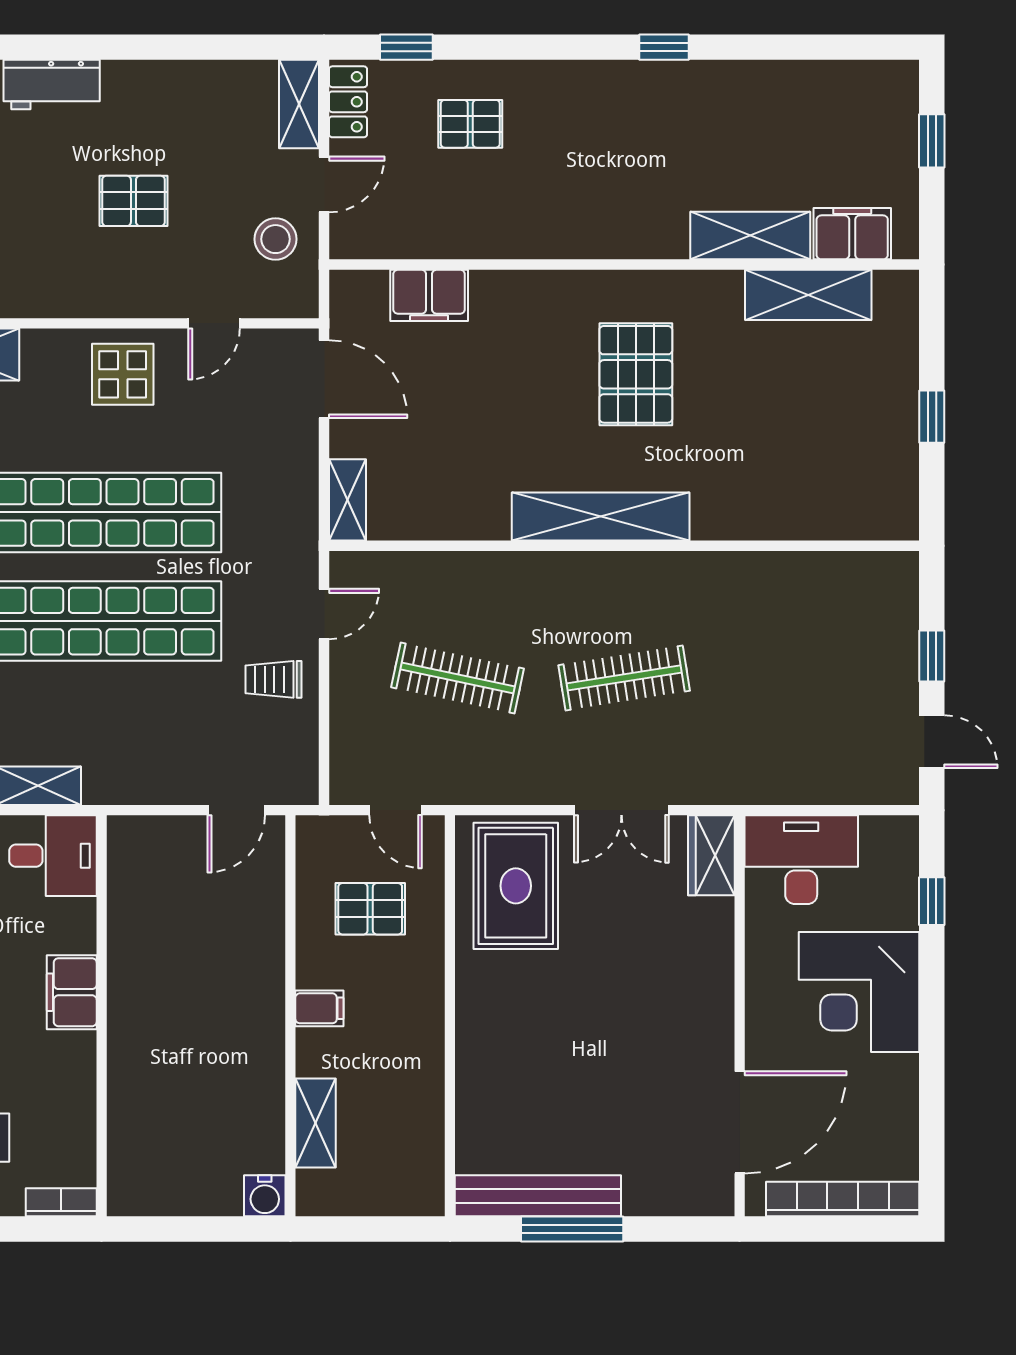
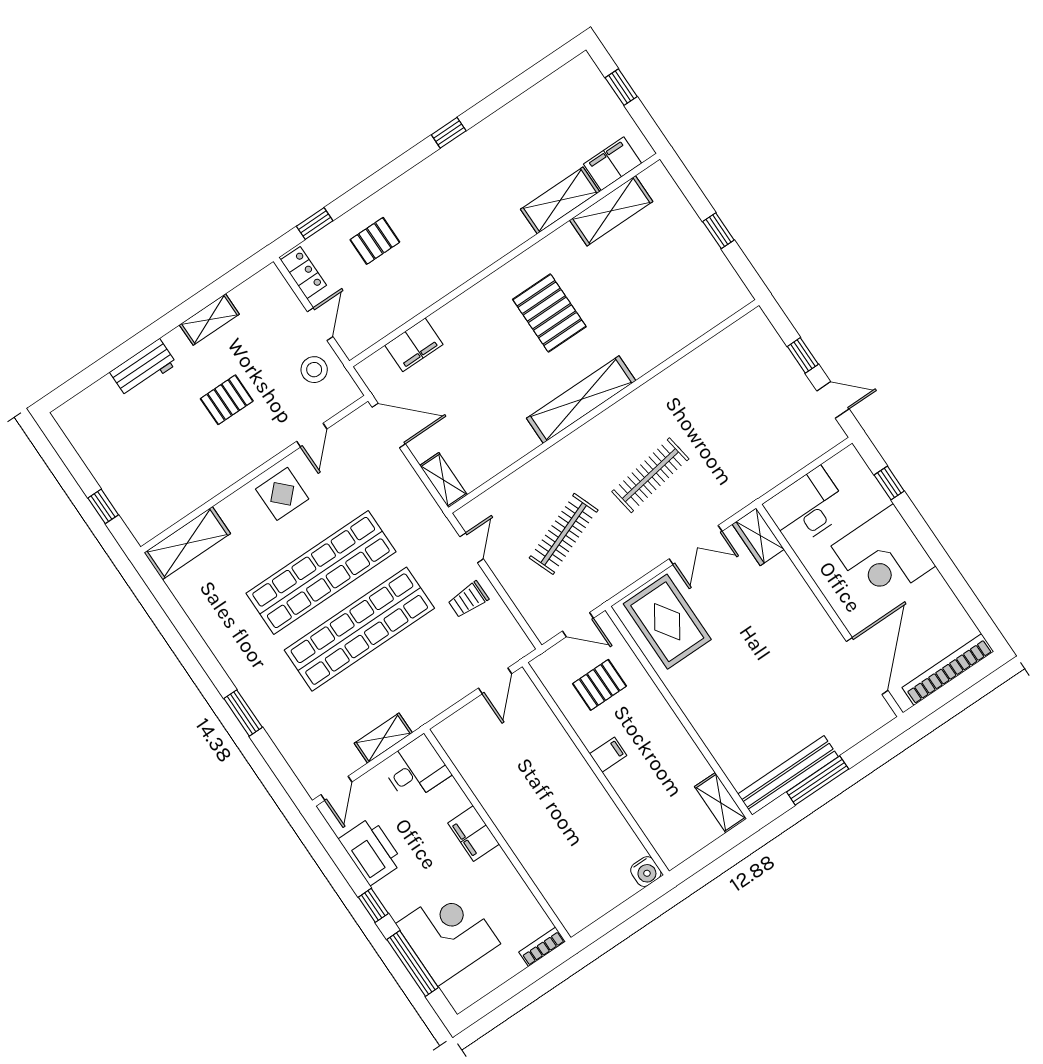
shelving: (299, 104) -> (209, 320), moved, turned 90
clothes rail: (458, 678) -> (564, 534), turned -33
shelving: (316, 1123) -> (721, 803), moved

